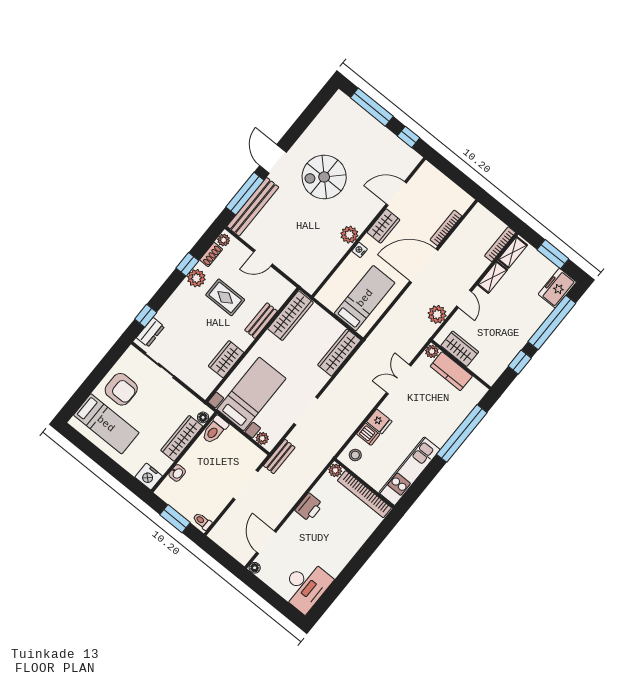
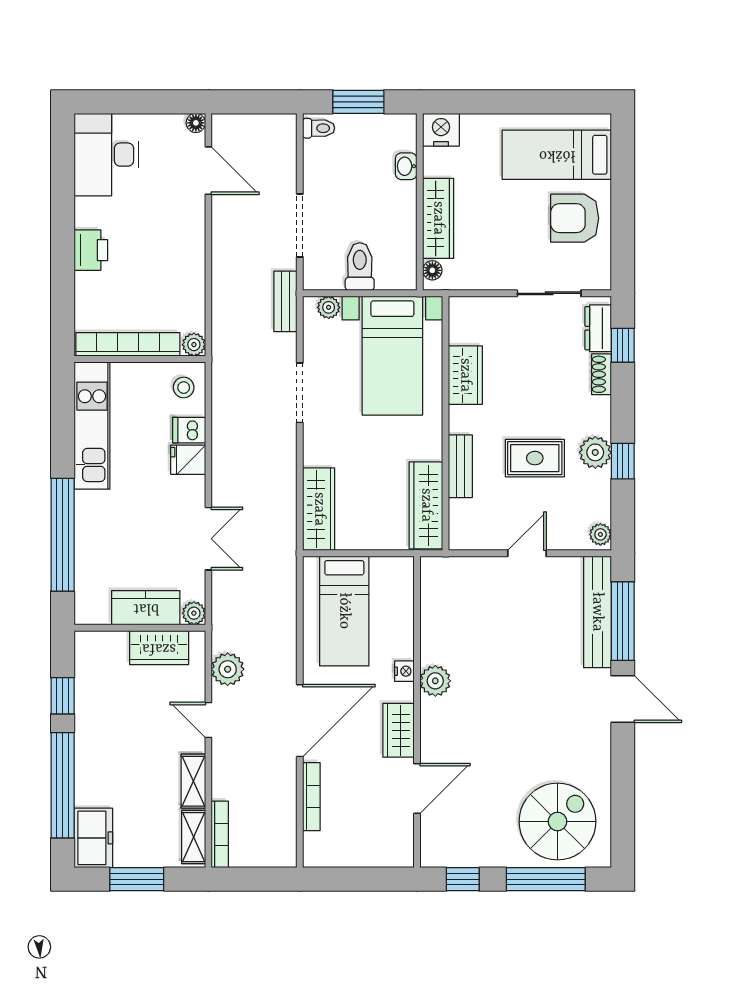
spiral stairs: (324, 177) -> (557, 822), moved
shoe rack: (211, 254) -> (601, 374), moved
toilet: (215, 430) -> (360, 267), moved
printer: (309, 507) -> (91, 250), moved, turned 180

